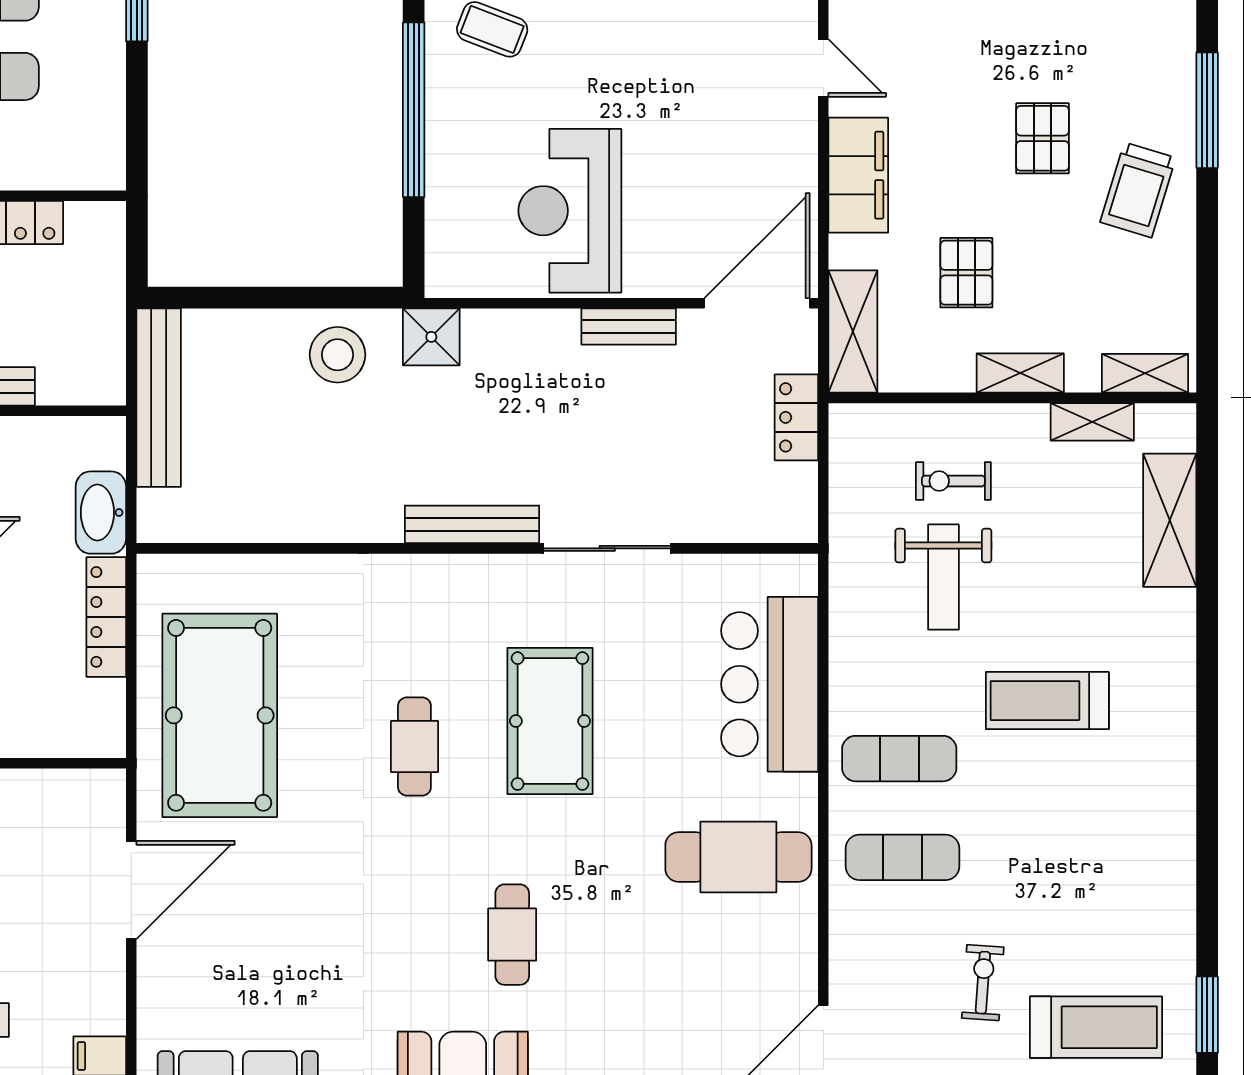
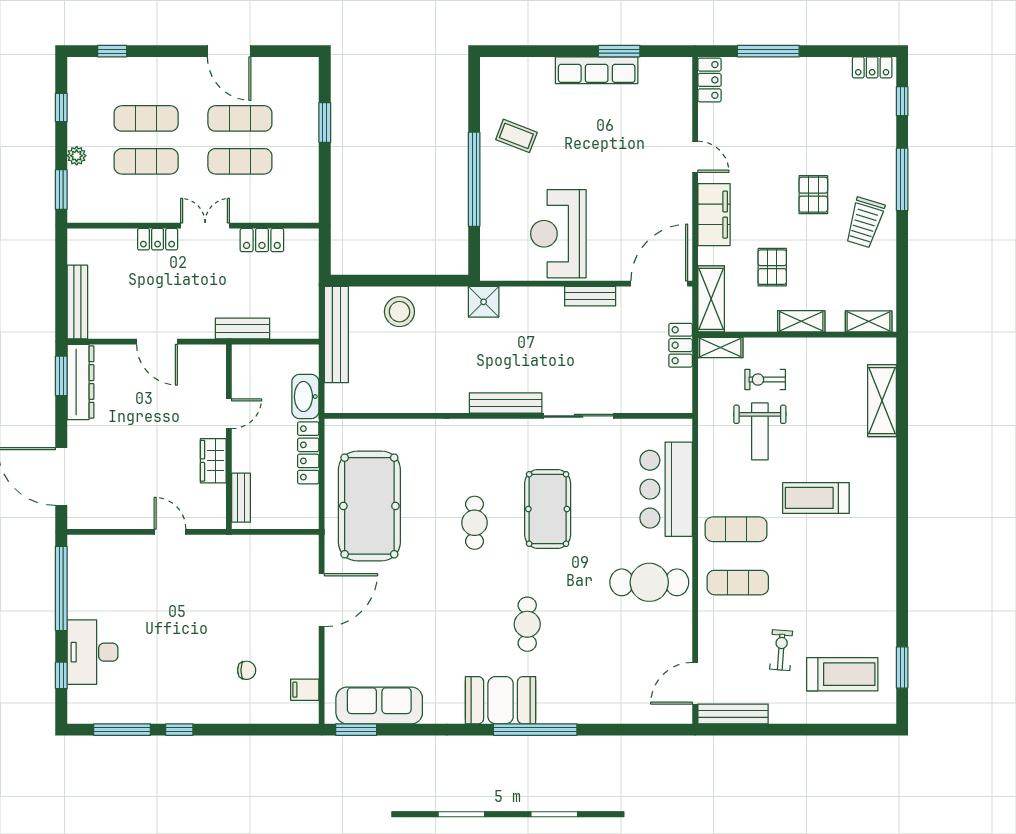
stool: (337, 355) -> (399, 312), moved
shelving: (1092, 422) -> (720, 348), moved

